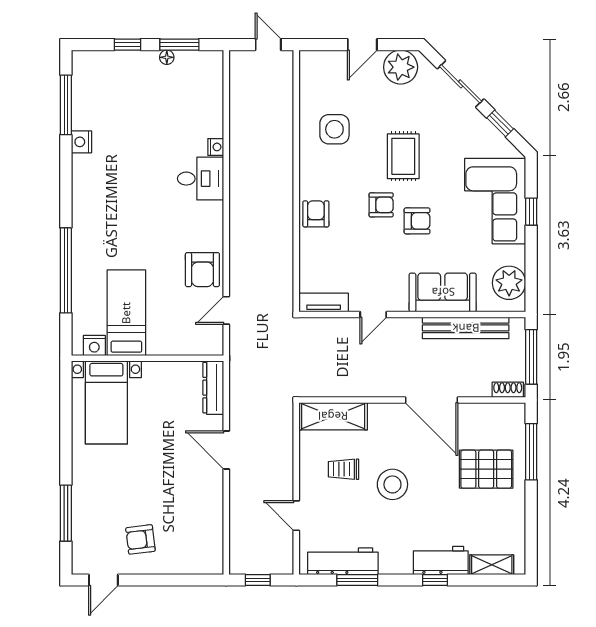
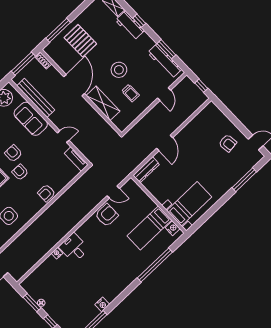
shelving: (333, 416) -> (103, 103), moved

